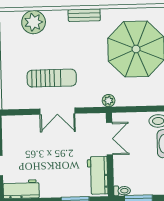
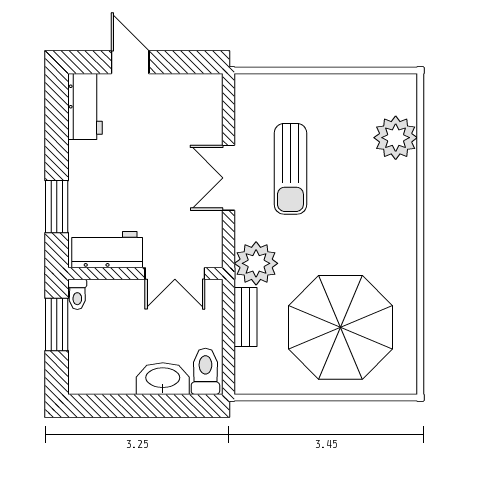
bench: (84, 15) -> (246, 317), moved
plant: (109, 101) -> (256, 263), width x1.88, depth x1.88

